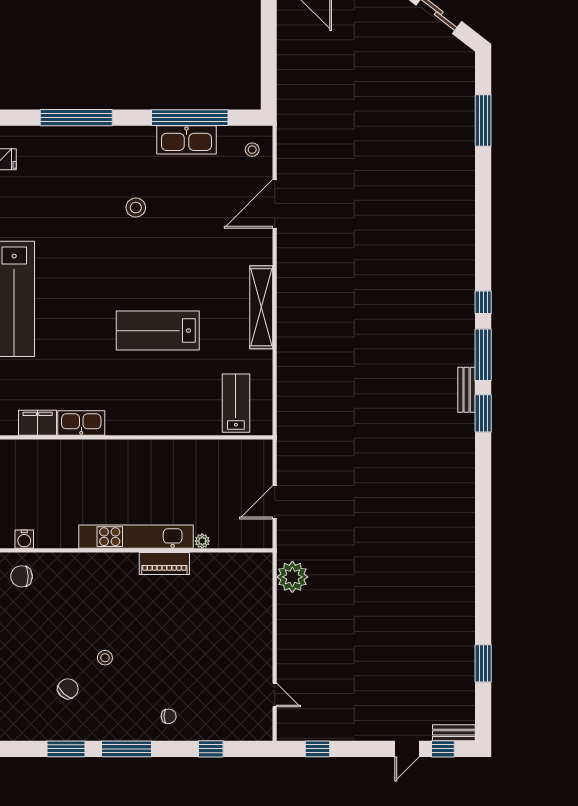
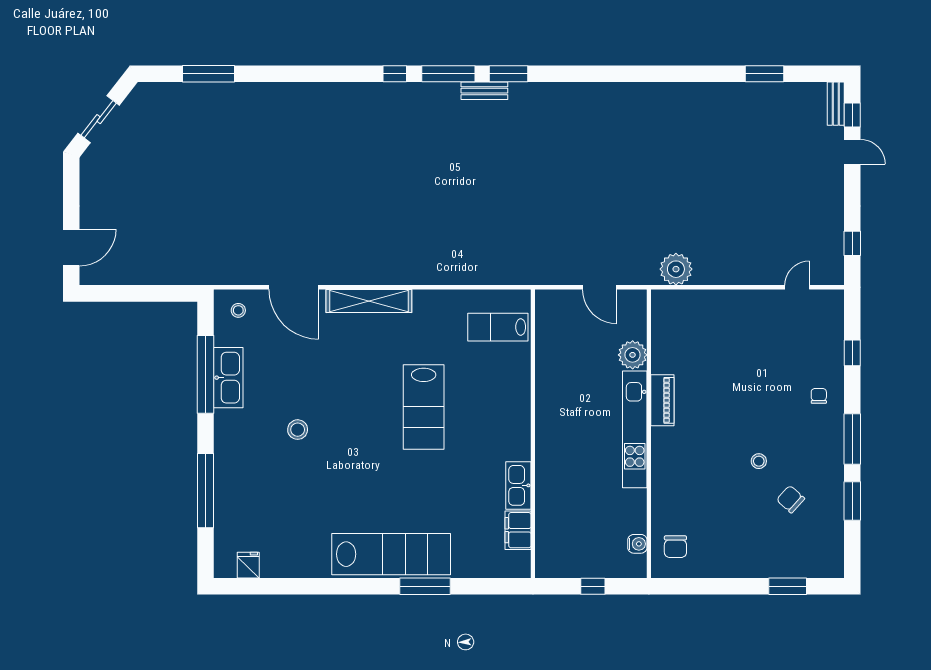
shelving: (261, 307) -> (369, 301), moved
plant: (202, 541) -> (633, 355), width x1.87, depth x1.87

